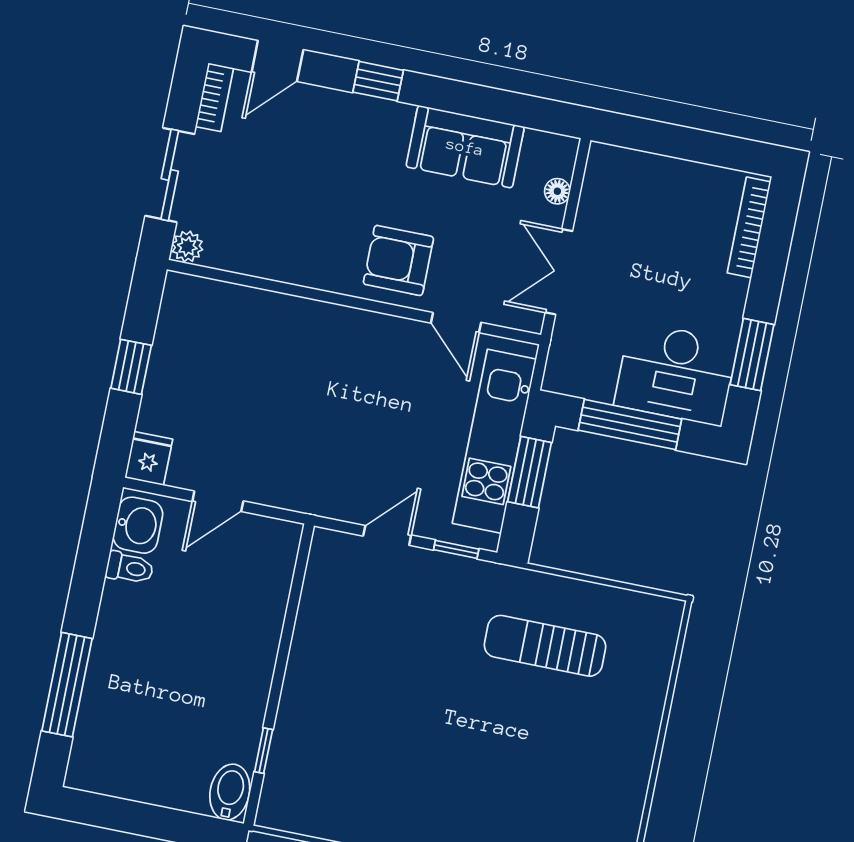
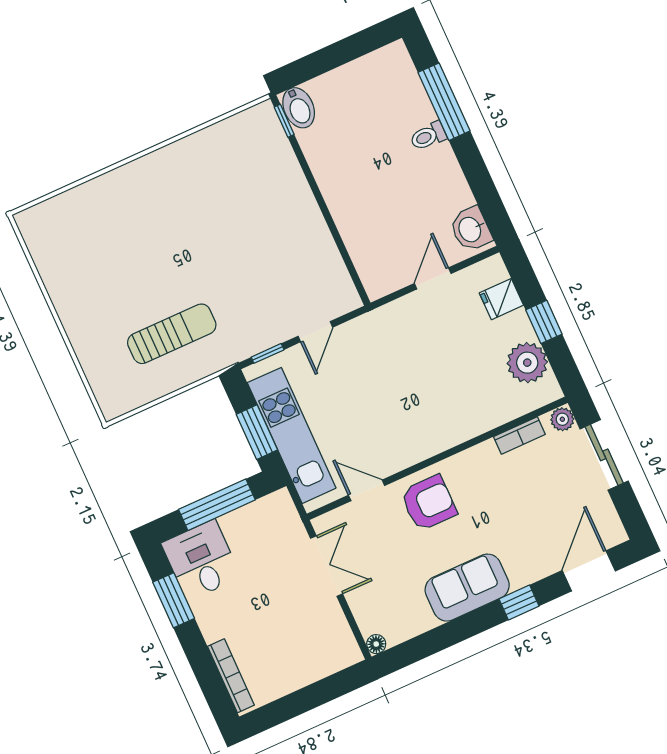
door: (277, 61) -> (589, 571), width x1.37
bookcase: (215, 97) -> (519, 435), moved, turned -90
sofa: (465, 147) -> (467, 588), moved
floor lamp: (557, 191) -> (376, 644), moved
plant: (181, 336) -> (527, 363), added
desk: (676, 374) -> (201, 560), width x0.73
fridge: (149, 458) -> (501, 299), moved, turned 90
toilet: (130, 568) -> (428, 136), moved
window: (264, 751) -> (284, 121), moved

